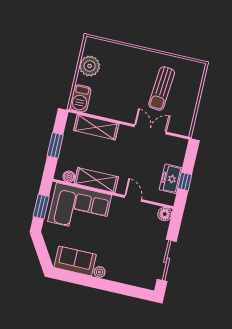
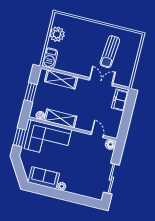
freezer: (171, 179) -> (120, 100), moved
window: (185, 181) -> (126, 121), removed
door: (133, 198) -> (97, 135), moved

